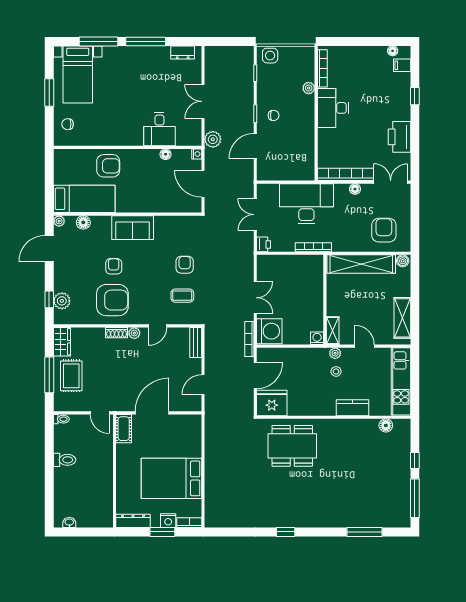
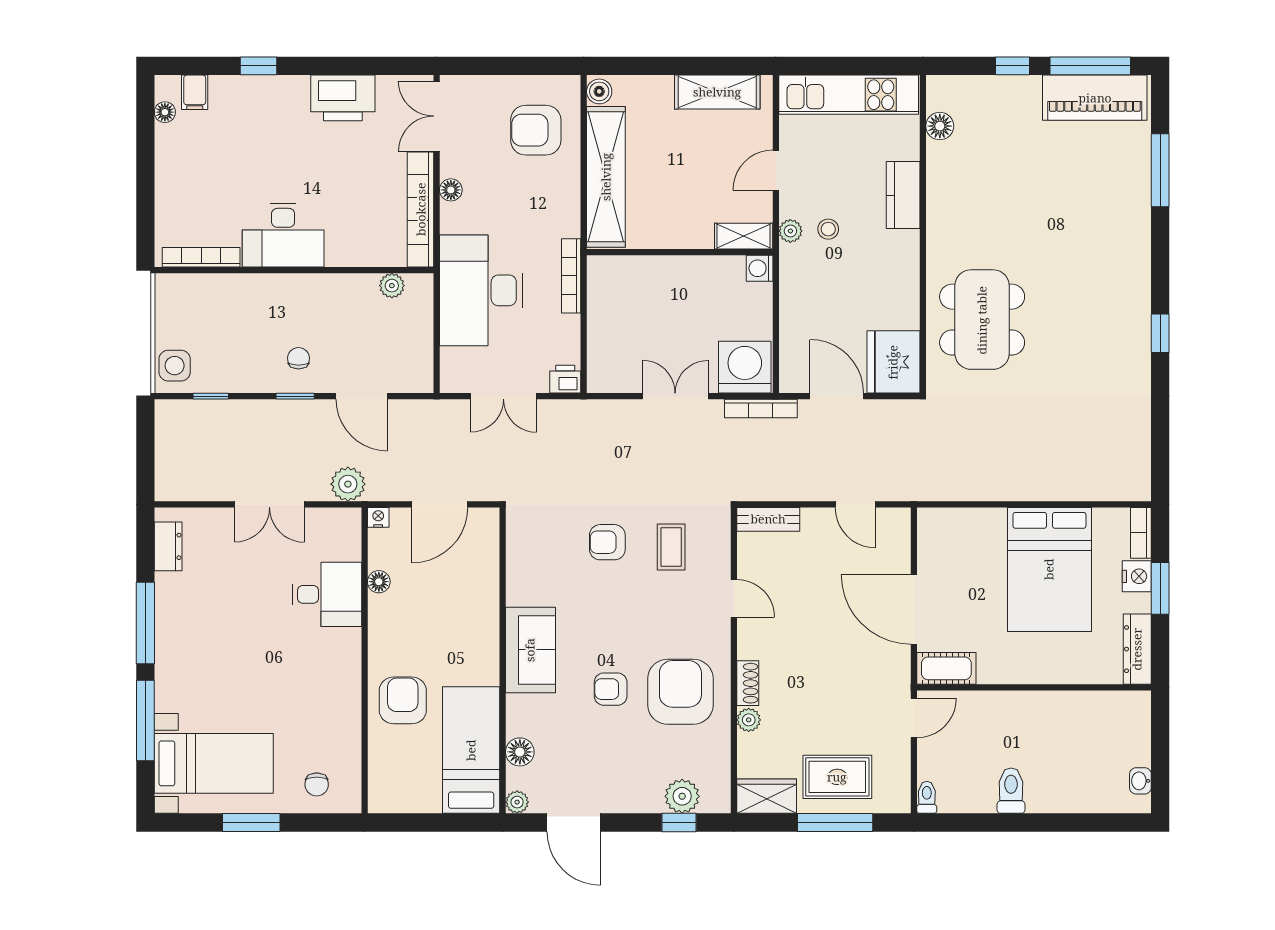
plant: (309, 88) -> (392, 286), moved
plant: (134, 333) -> (749, 720), moved
piano: (400, 500) -> (1095, 98), added

